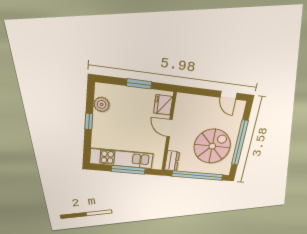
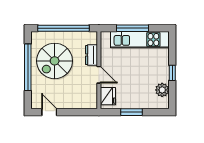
dresser: (172, 161) -> (91, 55), moved

